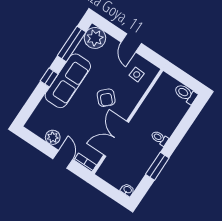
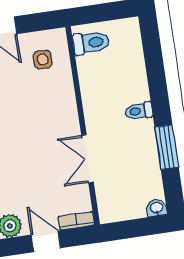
toilet: (186, 94) -> (91, 43), moved, turned 180
armchair: (106, 98) -> (31, 120), removed
double door: (116, 139) -> (87, 159), width x0.73

